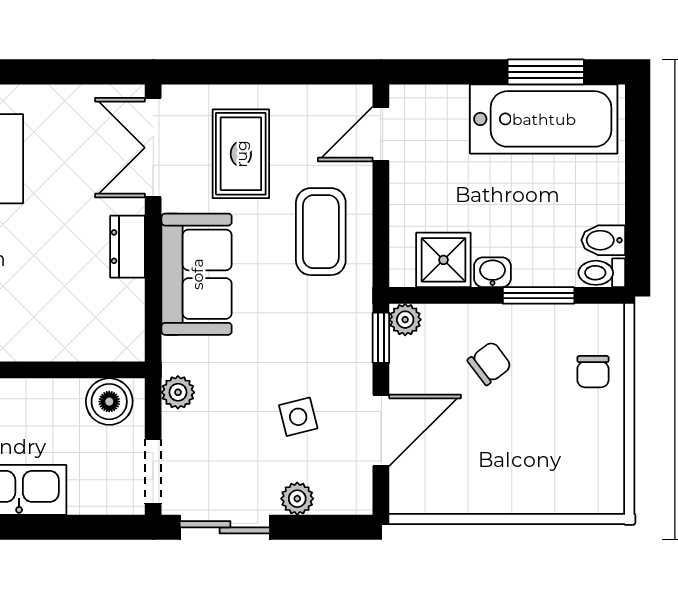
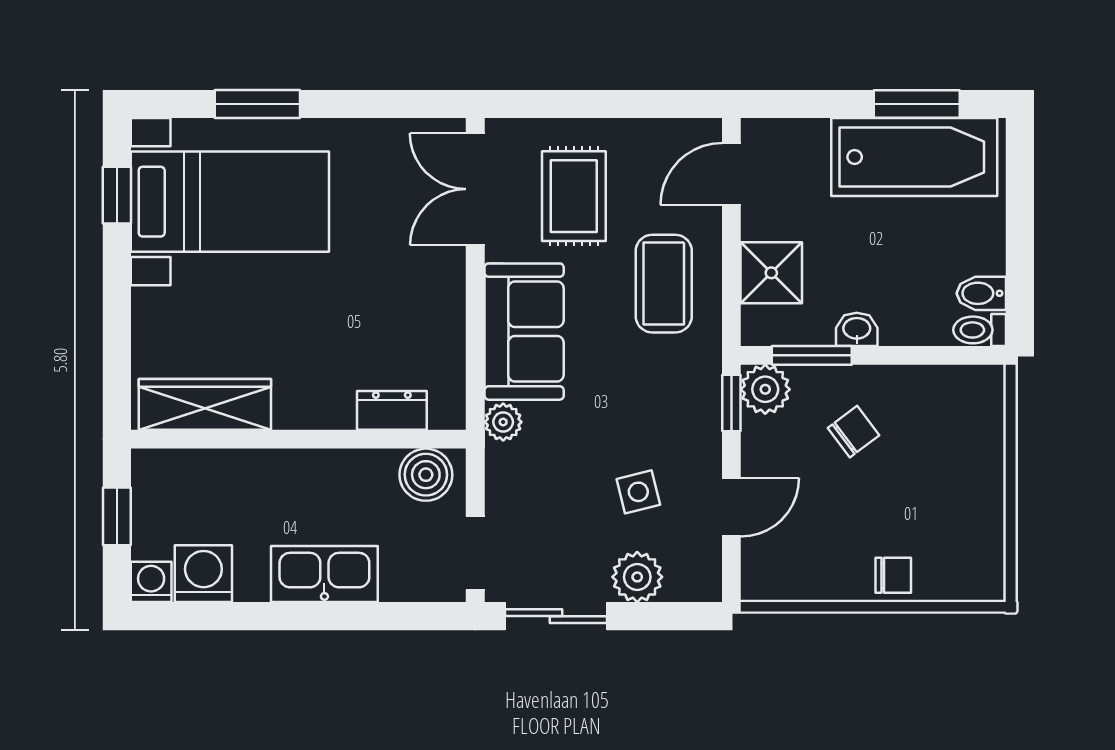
dresser: (128, 247) -> (392, 410), moved, turned 90
shower: (443, 260) -> (771, 273), moved
window: (539, 295) -> (812, 355), moved
plant: (405, 320) -> (765, 389), width x1.38, depth x1.38
chair: (593, 372) -> (893, 575), moved, turned -90
plant: (178, 392) -> (503, 422), moved
door: (381, 430) -> (731, 507), width x0.73
plant: (297, 499) -> (637, 577), width x1.38, depth x1.38

